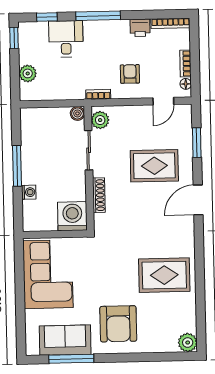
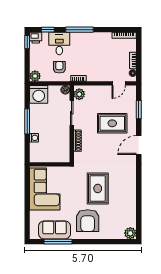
printer: (140, 28) -> (36, 38), moved
plant: (28, 73) -> (35, 76), moved
armchair: (130, 74) -> (59, 67), moved
washing machine: (72, 216) -> (39, 94), moved, turned 180
rug: (164, 275) -> (98, 188), moved, turned 90

